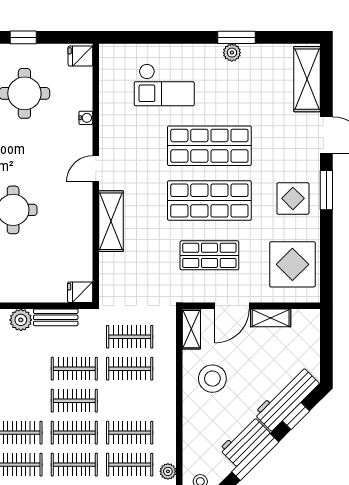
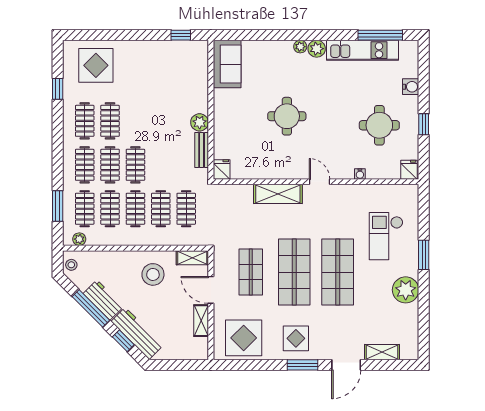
window: (236, 37) -> (424, 255), moved
plant: (232, 53) -> (406, 290), width x1.87, depth x1.87
shelving: (307, 79) -> (382, 352), width x0.67, depth x0.75
clothes rail: (74, 369) -> (135, 209), moved

